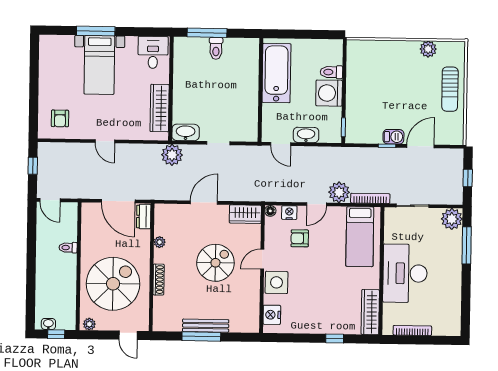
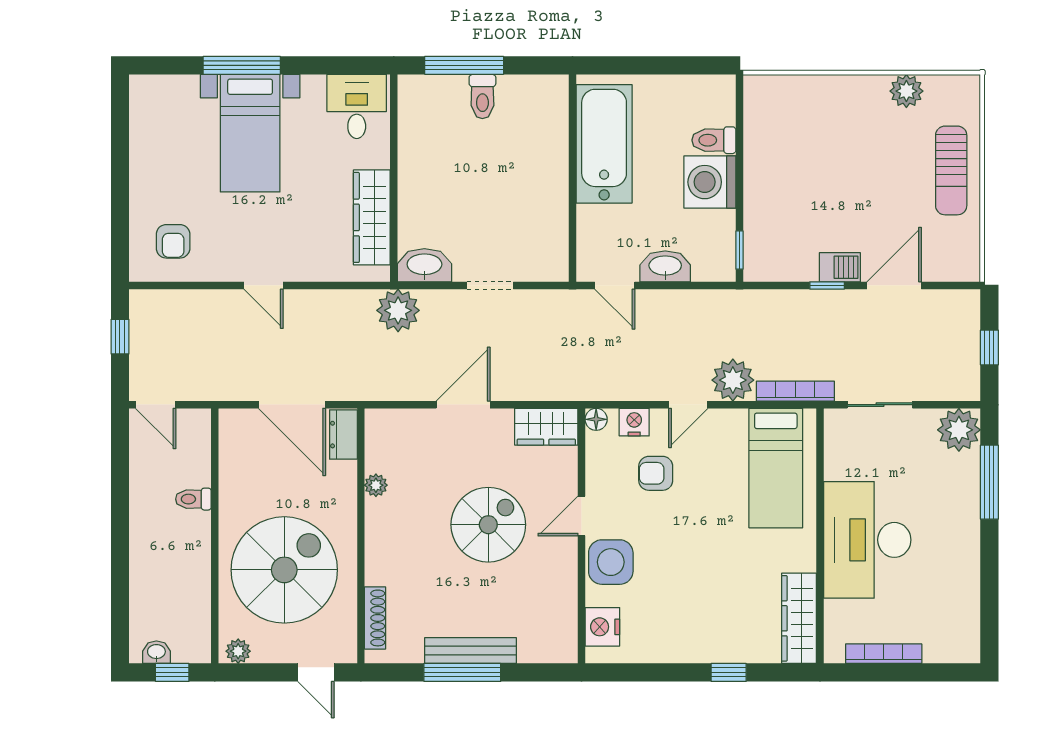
shoe rack: (159, 280) -> (375, 618), moved

